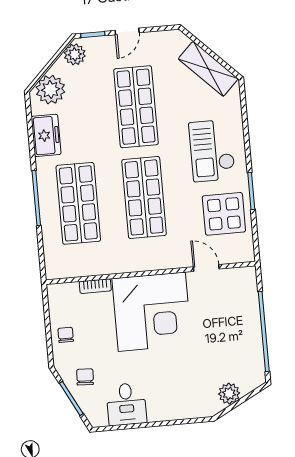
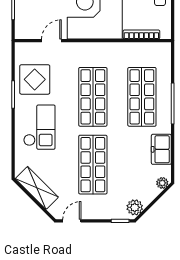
door: (127, 32) -> (72, 221), moved
plant: (50, 90) -> (162, 183), width x0.53, depth x0.53
door: (206, 268) -> (51, 41), swing flipped
bookcase: (95, 286) -> (141, 34), width x1.56

